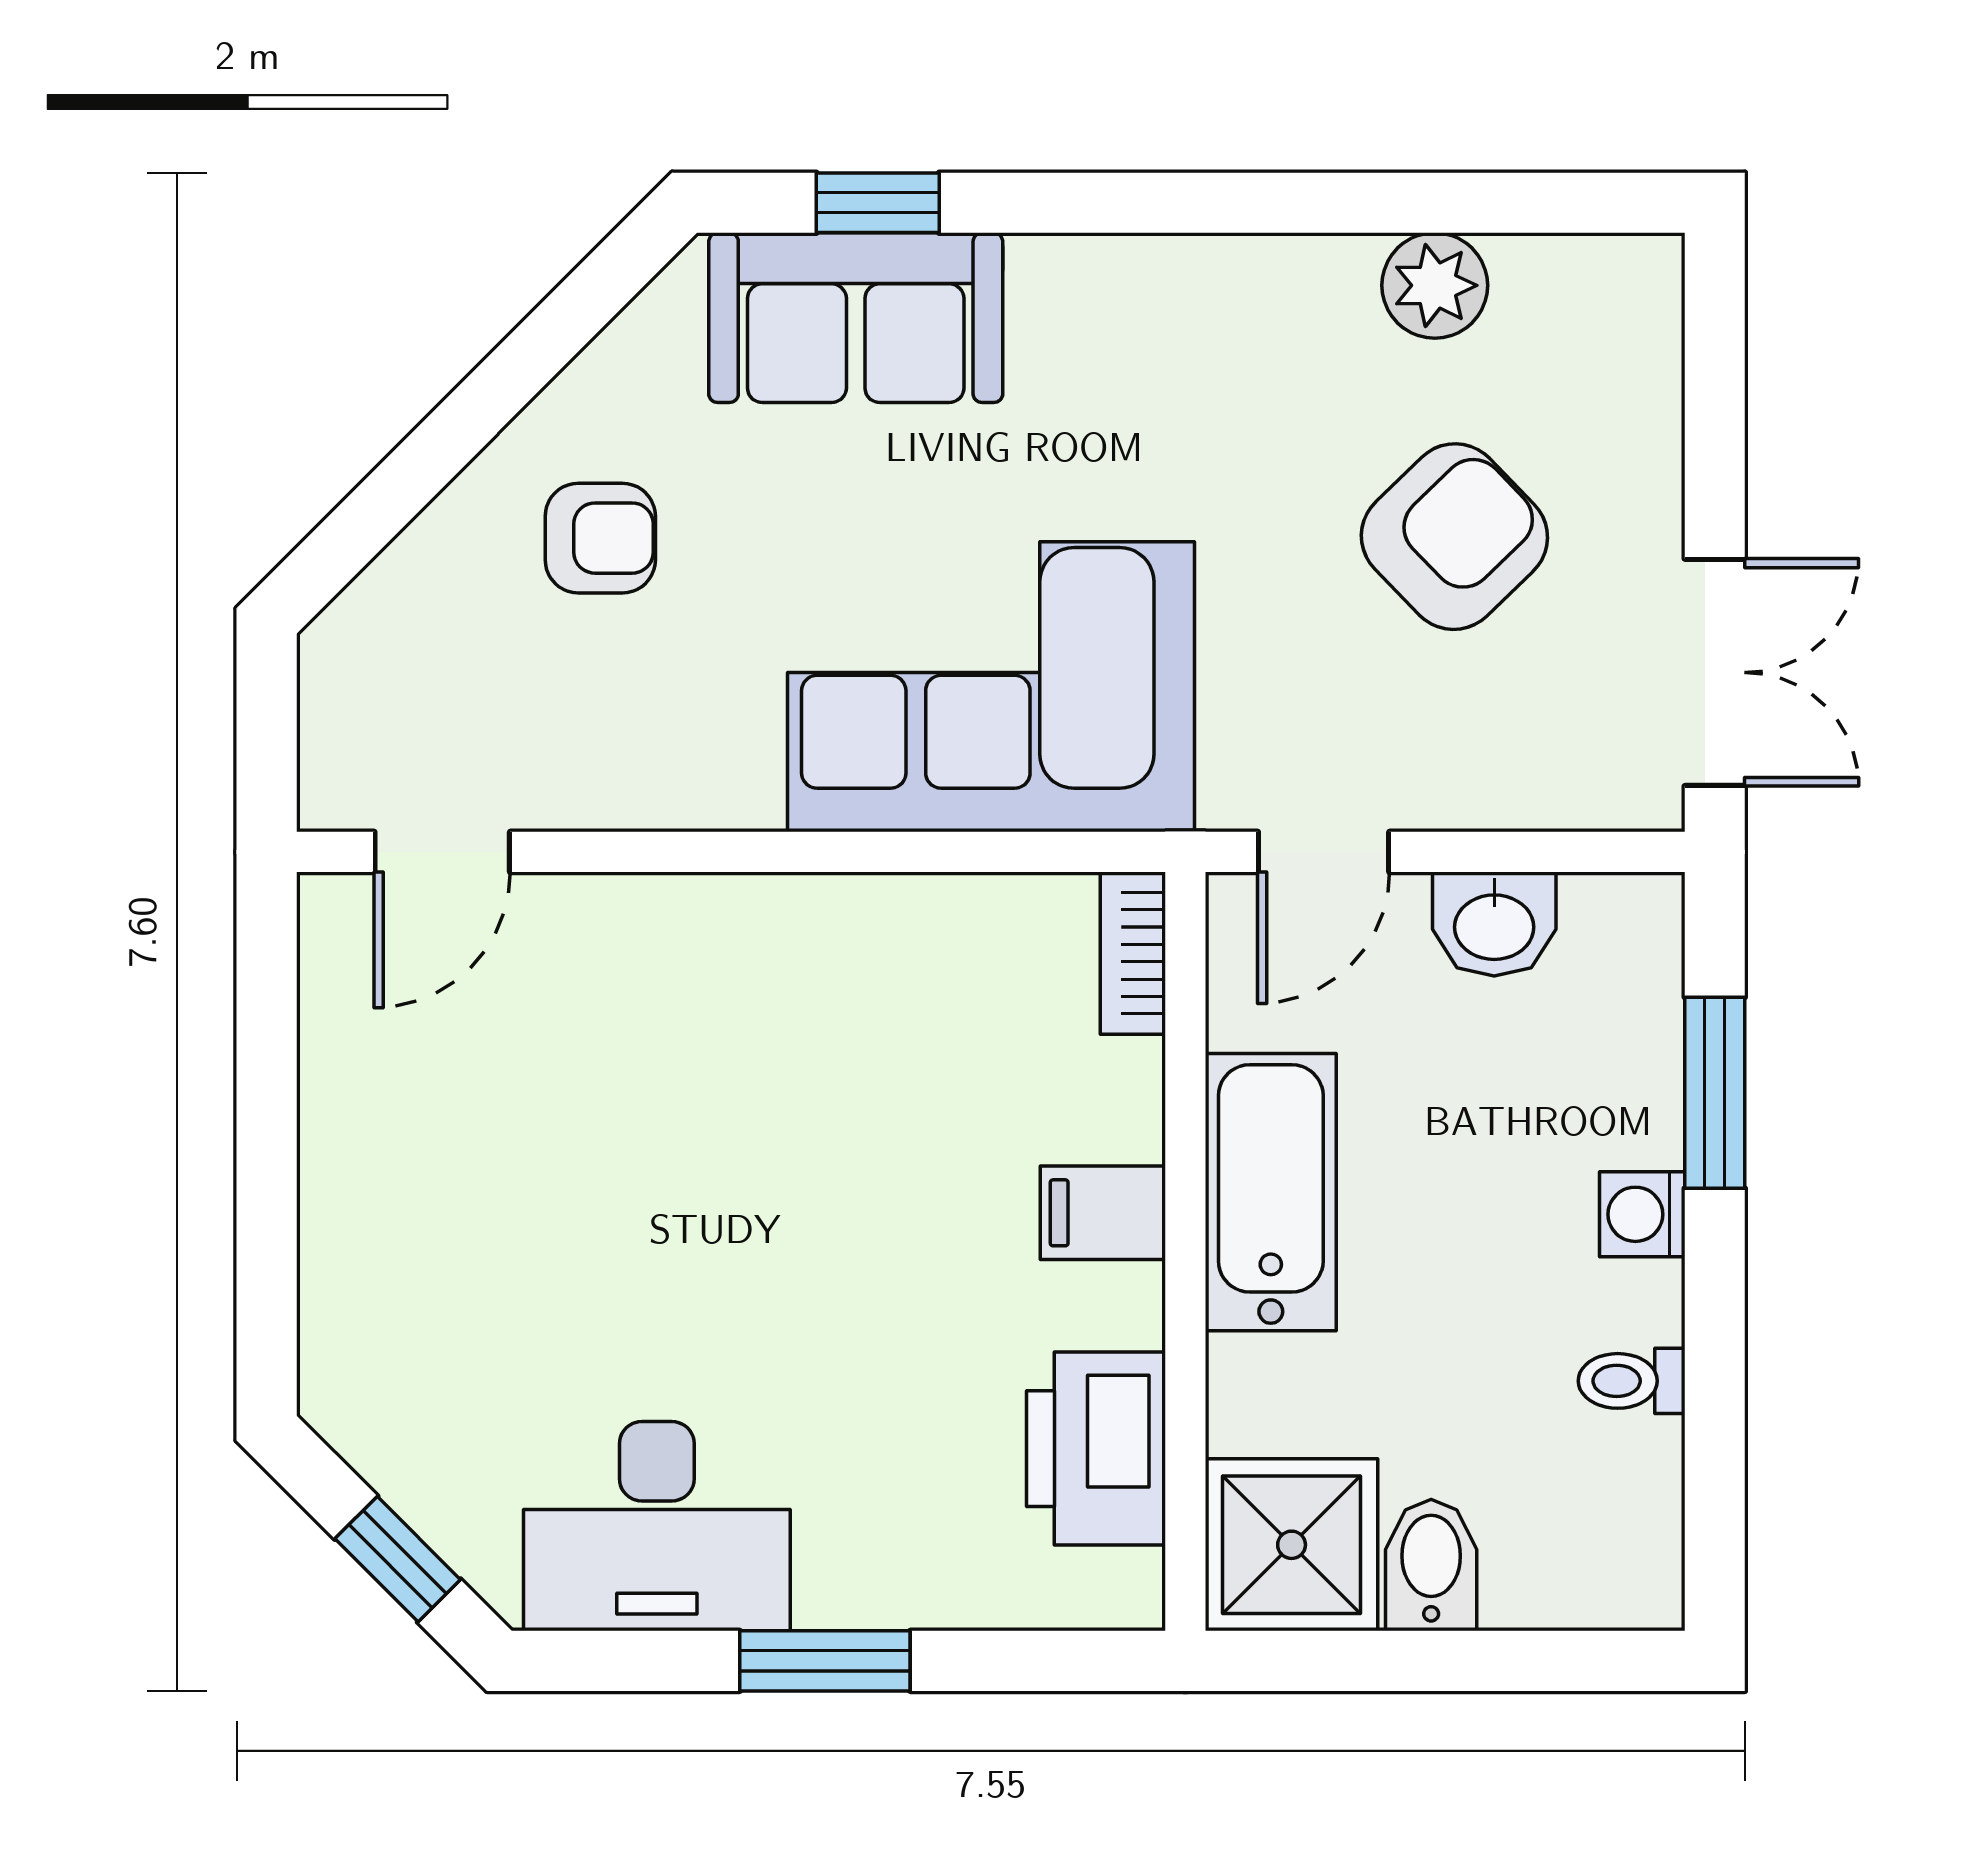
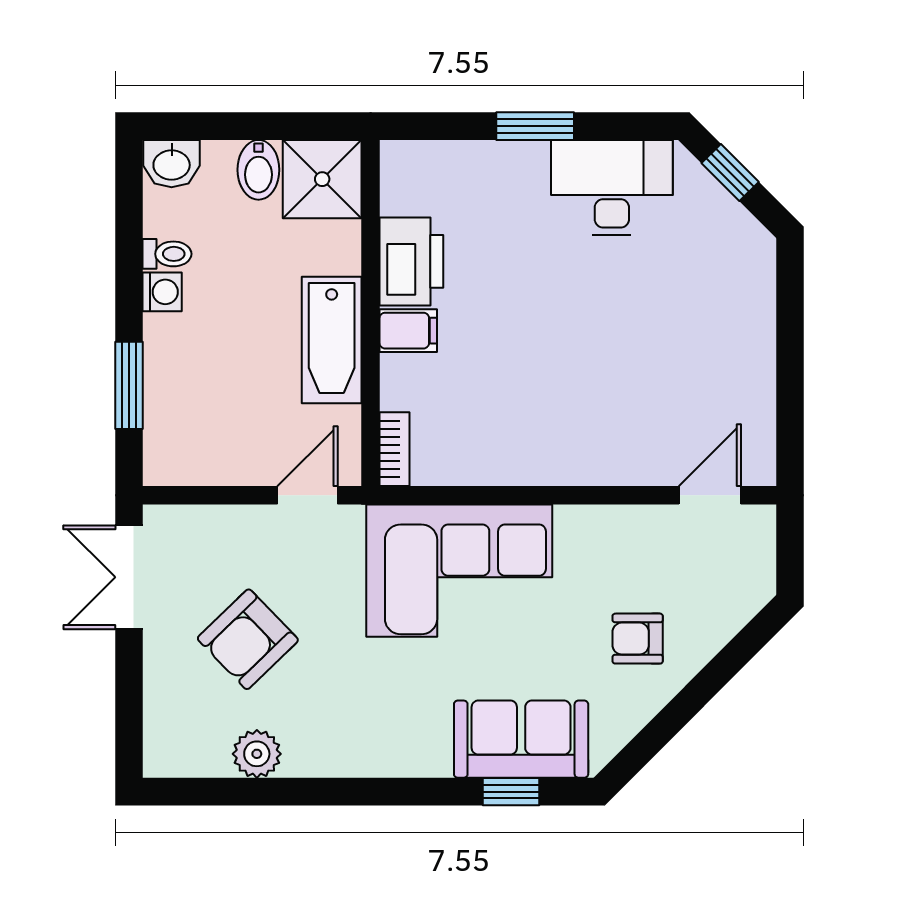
washbasin: (1494, 924) -> (172, 164), moved, turned 180
washing machine: (1642, 1214) -> (162, 292), moved
printer: (1096, 1449) -> (411, 261), moved

